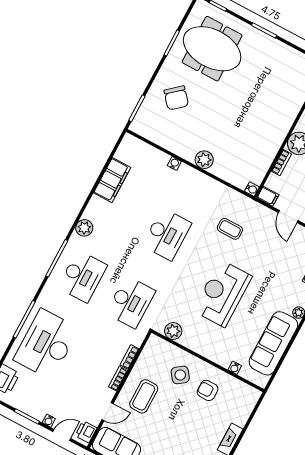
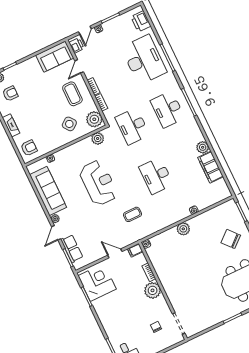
plant: (84, 228) -> (203, 147), moved
plant: (154, 351) -> (94, 119), added
armchair: (208, 390) -> (29, 148), moved

